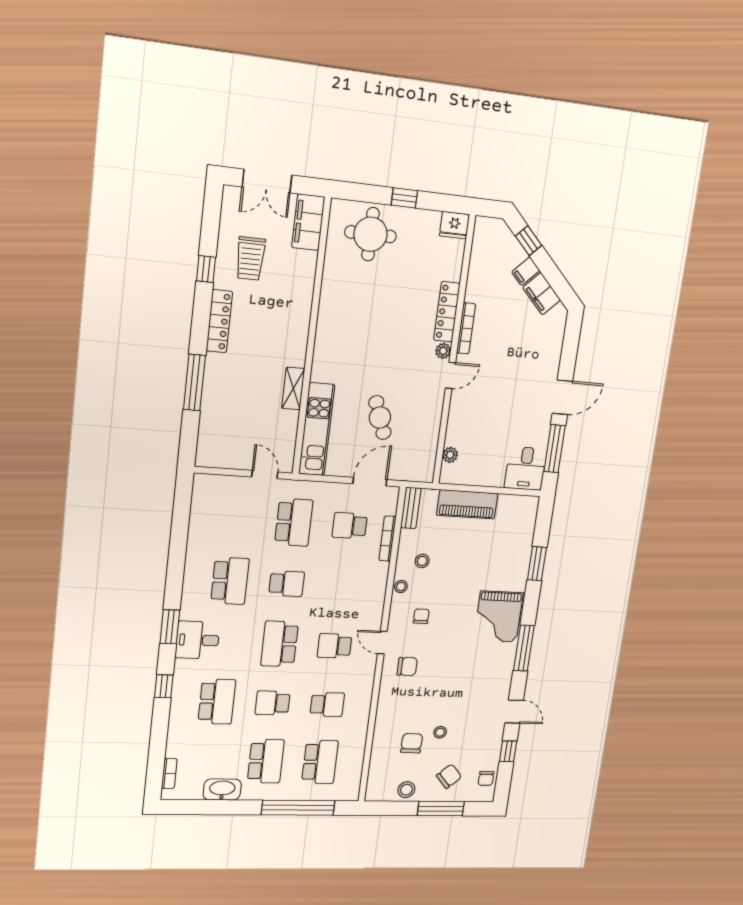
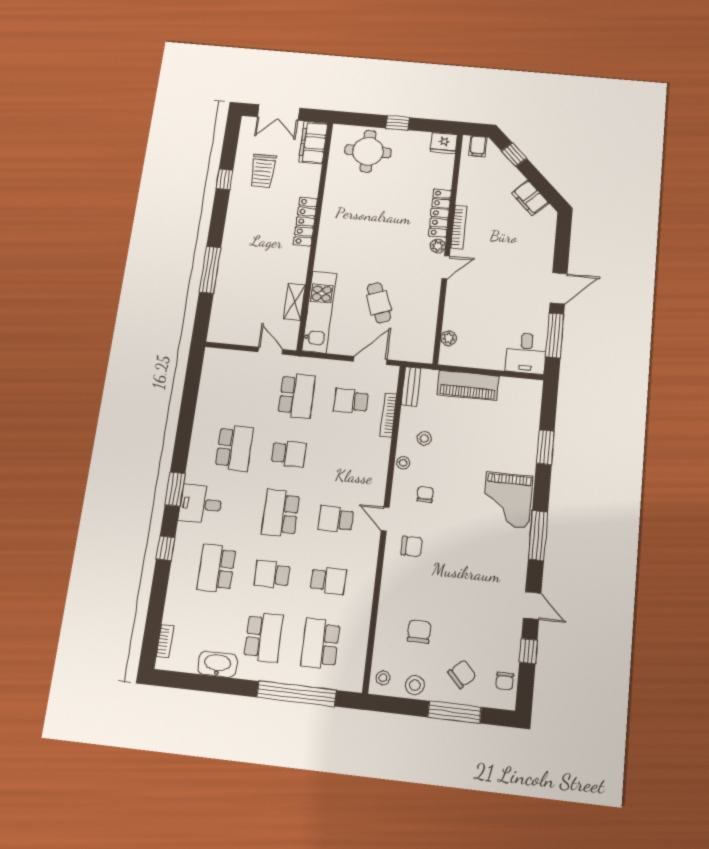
filing cabinet: (526, 271) -> (478, 146), moved, turned -45
locker: (219, 321) -> (305, 222), moved, turned 180
shelving: (293, 388) -> (294, 302), moved
school desk: (217, 702) -> (216, 568), turned 180
stool: (440, 732) -> (383, 678), moved
school desk: (320, 762) -> (320, 644), turned 180

